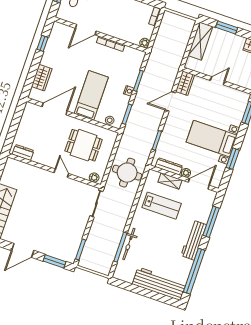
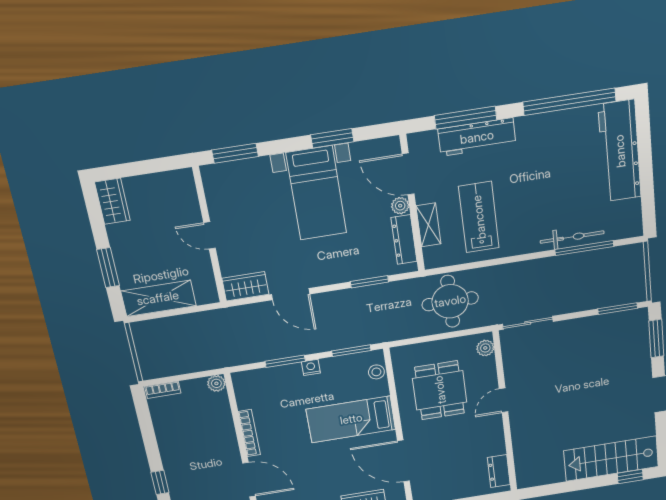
workbench: (194, 240) -> (477, 137), moved

